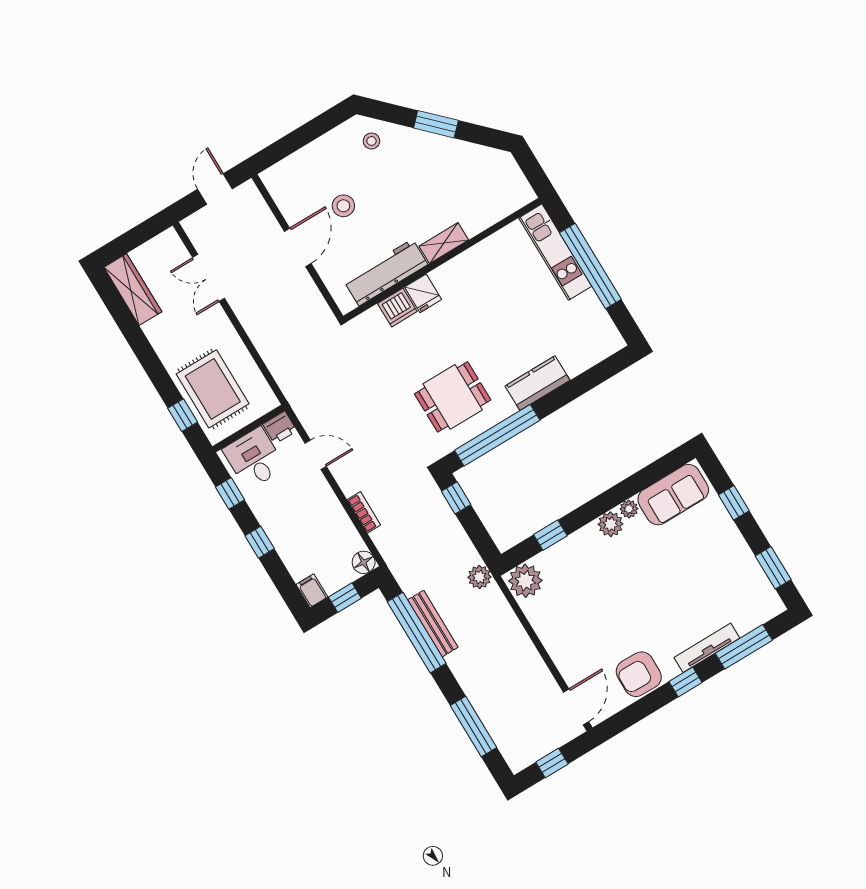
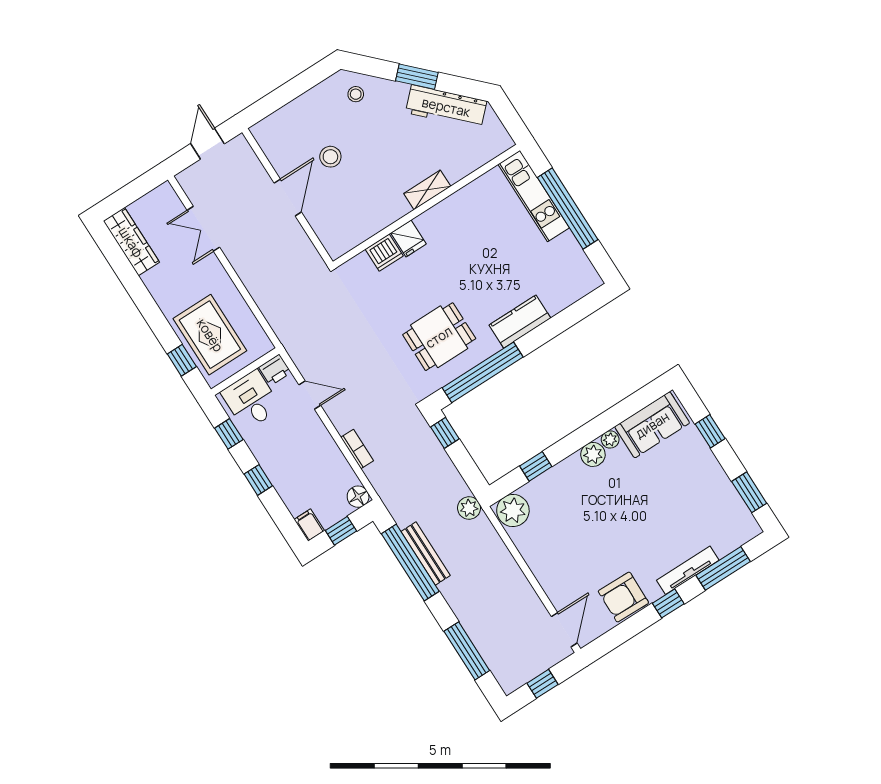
workbench: (386, 273) -> (446, 107), moved, turned -135

